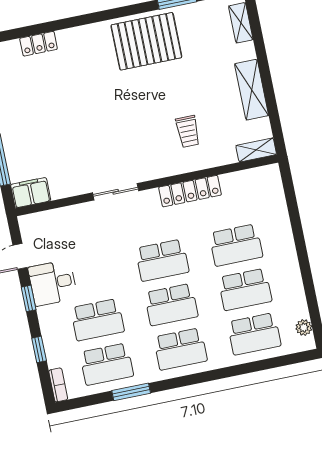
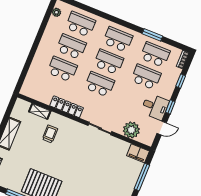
shelving: (256, 150) -> (40, 111), moved
plant: (65, 222) -> (131, 130), added

